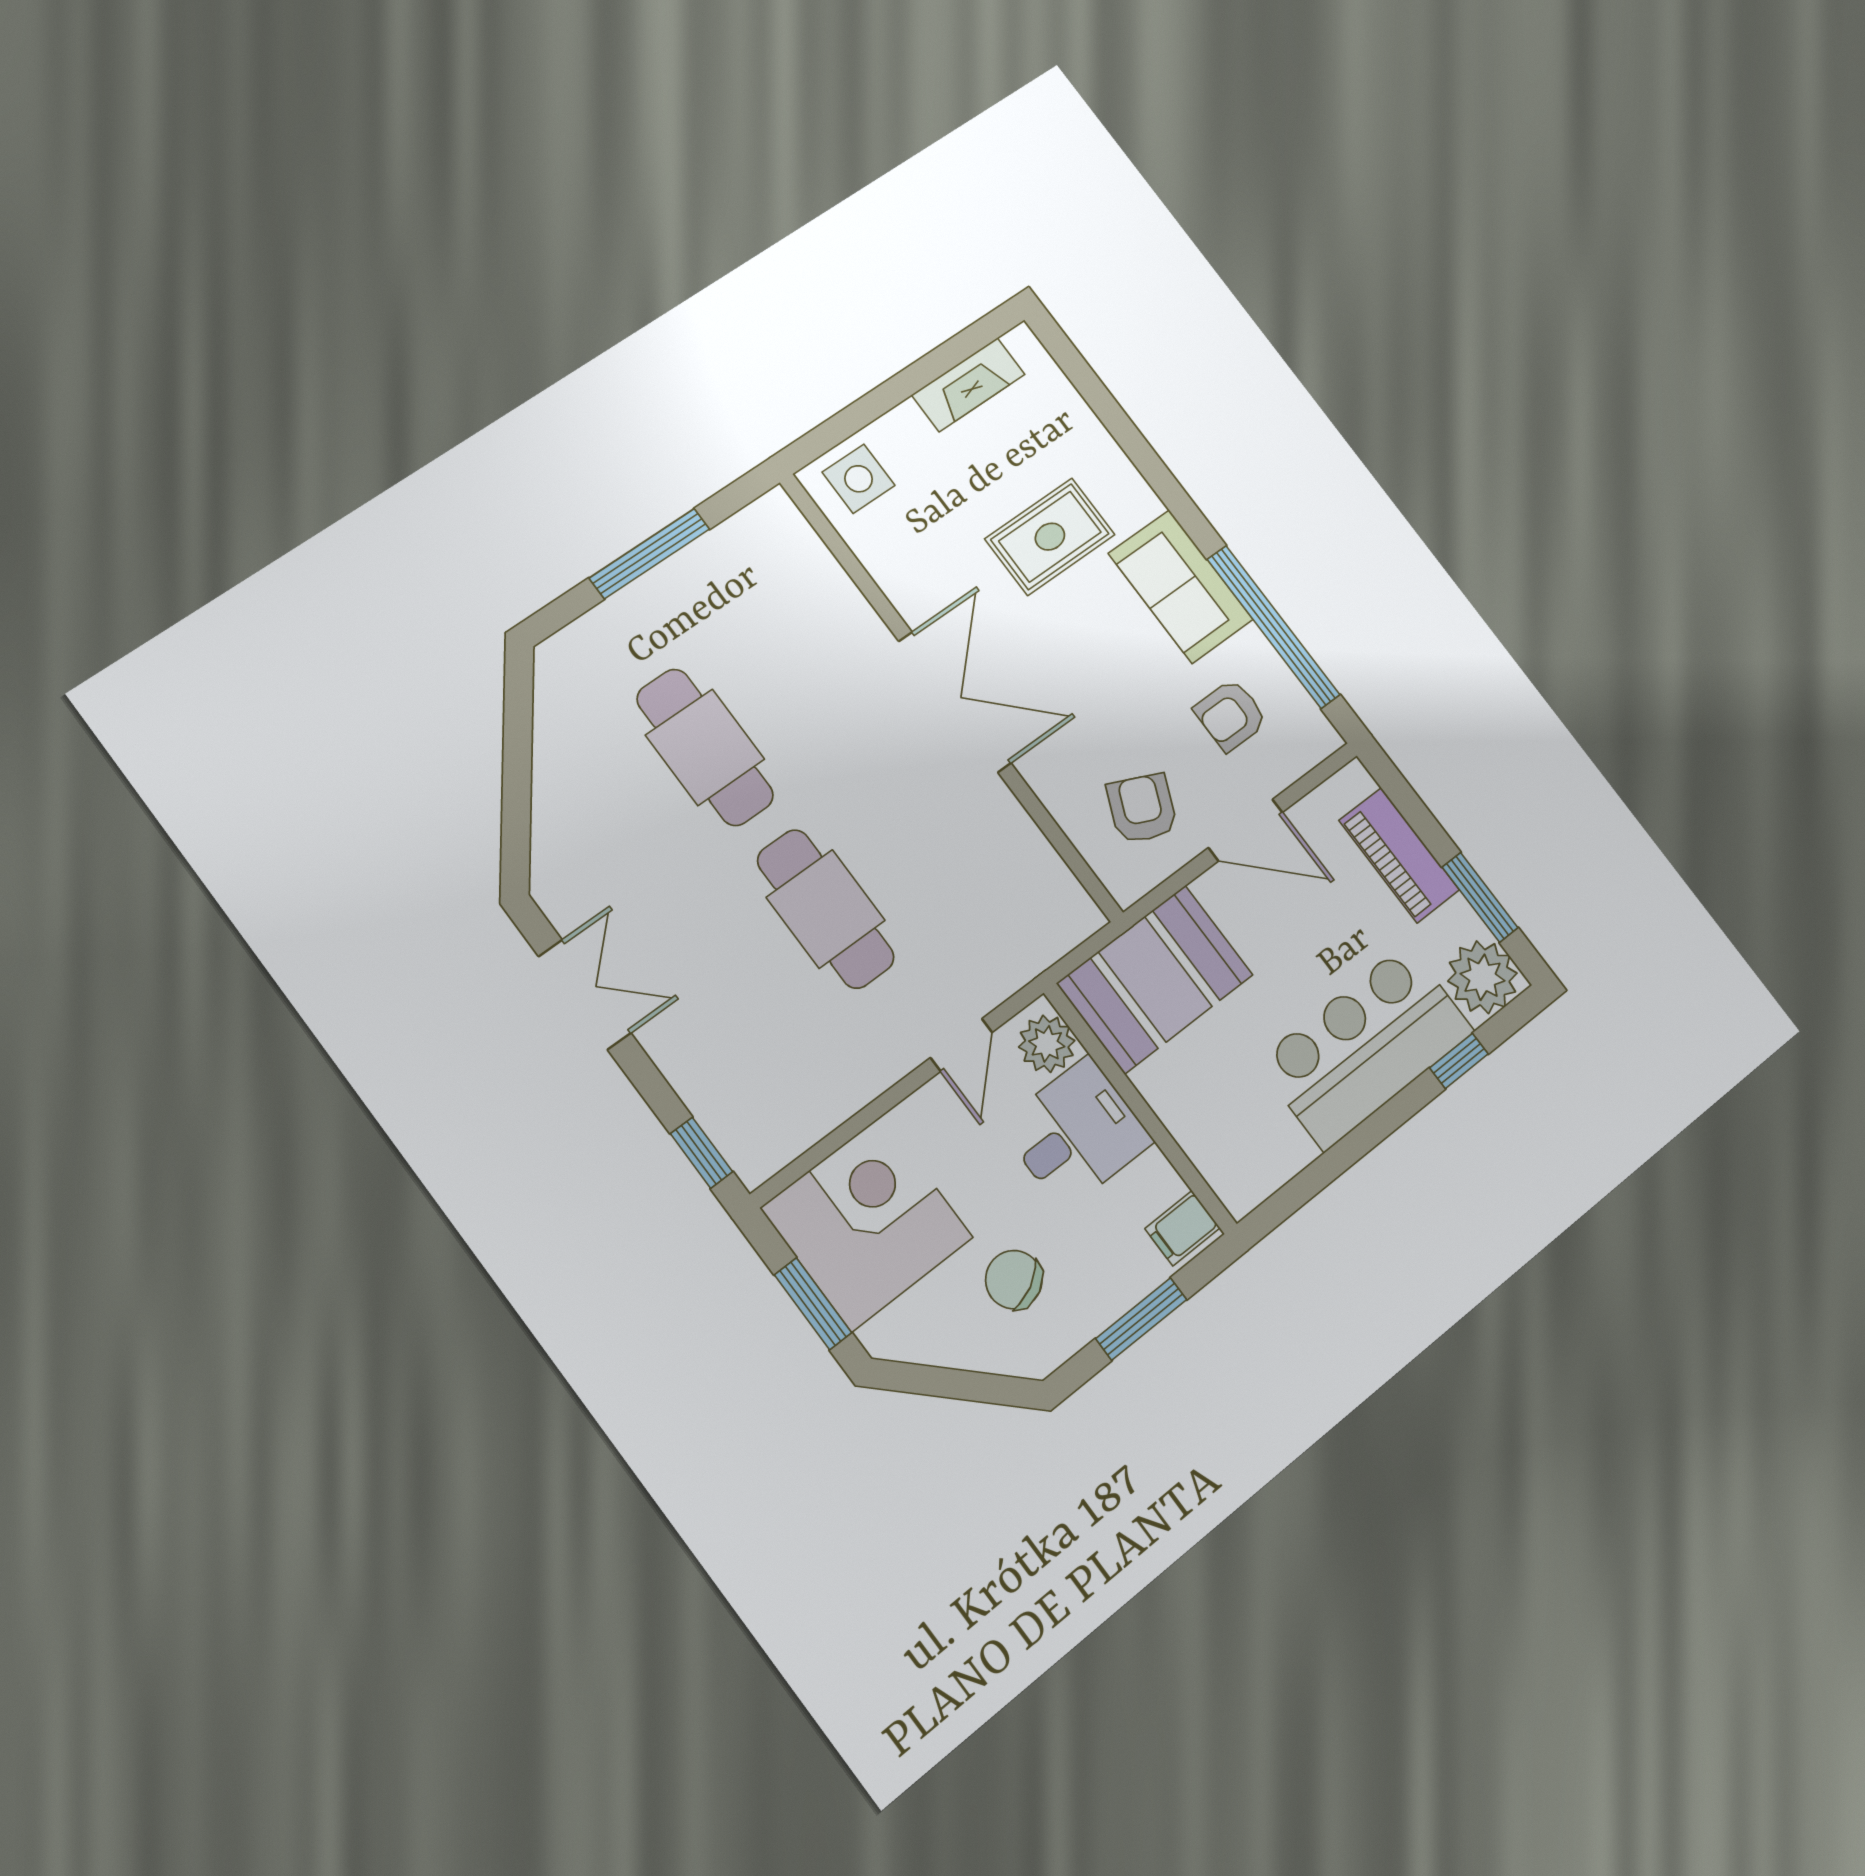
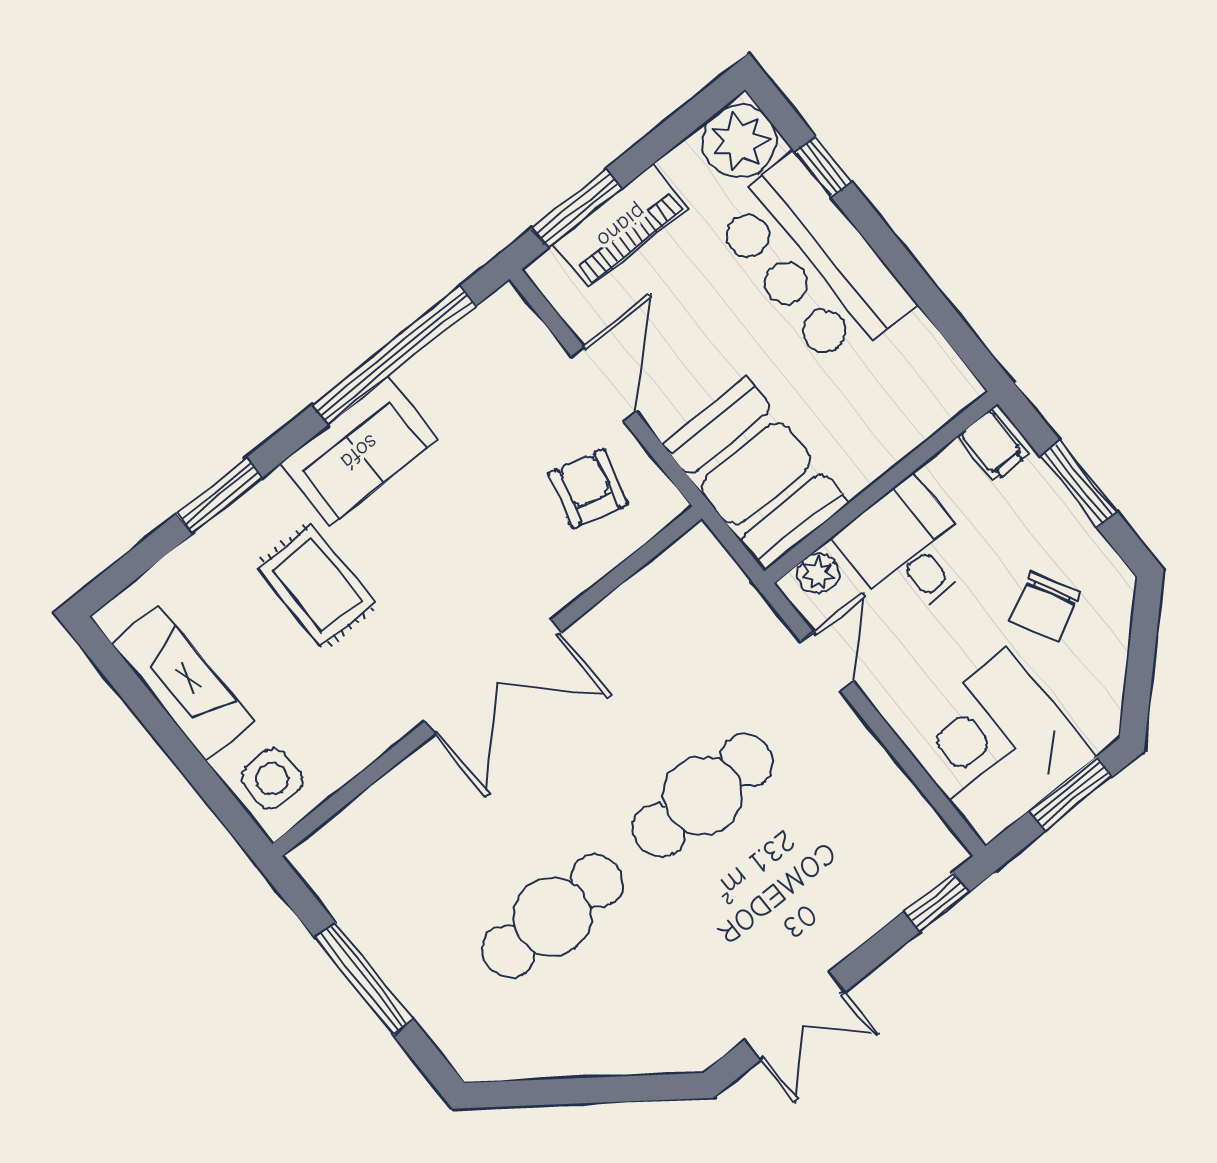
fireplace: (968, 385) -> (182, 683), width x1.37, depth x1.32
window: (1139, 451) -> (219, 496), added
double door: (955, 702) -> (493, 677), swing flipped
armchair: (1231, 715) -> (488, 399), removed
armchair: (1142, 808) -> (588, 489), turned 81
window: (1480, 897) -> (577, 208), moved
double door: (585, 995) -> (794, 1016), swing flipped
plant: (1047, 1044) -> (818, 573), width x0.73, depth x0.73
door: (961, 1045) -> (827, 662), hinge flipped

